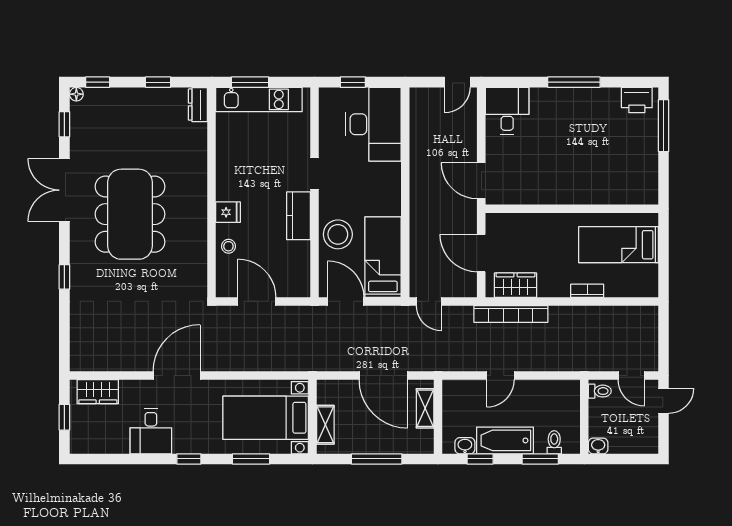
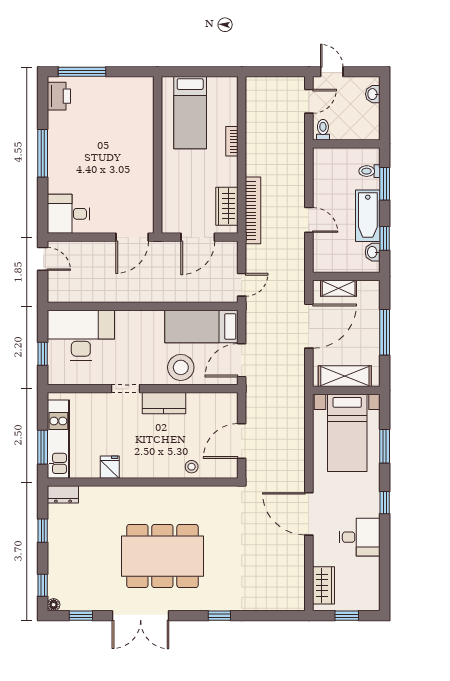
fridge: (228, 212) -> (110, 467), moved
shelving: (325, 425) -> (345, 376), width x1.50, depth x1.33
washbasin: (598, 446) -> (373, 94), moved

